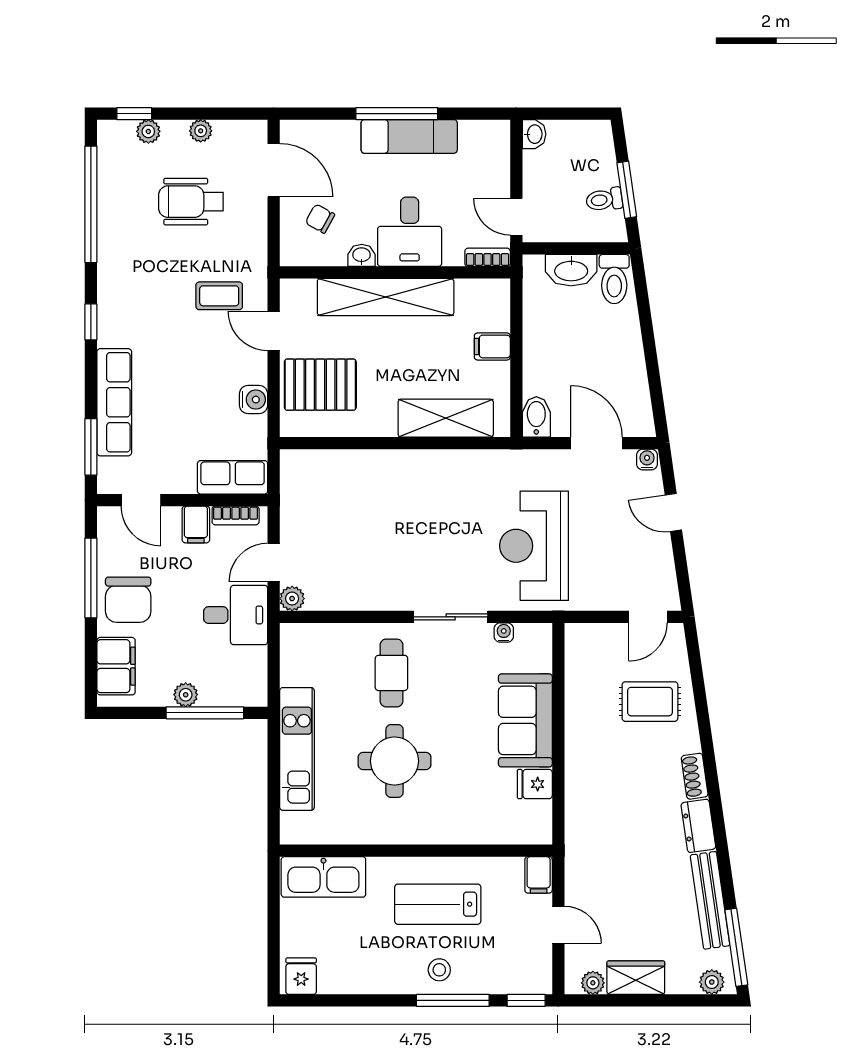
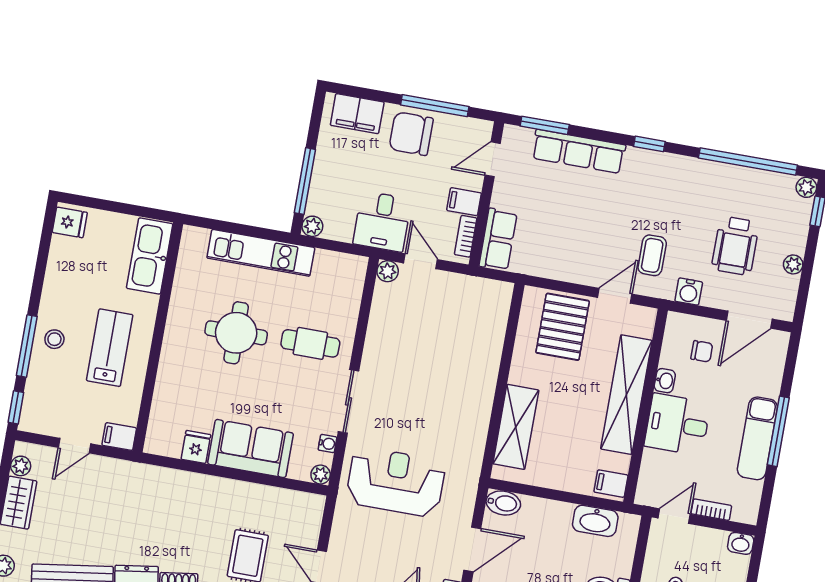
plant: (148, 131) -> (806, 187), moved
wheelchair: (191, 202) -> (735, 246), turned 180
chair: (320, 219) -> (702, 351), turned 61
bookcase: (488, 257) -> (711, 510), moved, turned -90
washbasin: (571, 270) -> (595, 521), moved, turned -90
filing cabinet: (492, 346) -> (611, 484), moved, turned -90
water cooler: (254, 400) -> (689, 292), moved
plant: (541, 634) -> (321, 475), added
plant: (186, 695) -> (312, 226), moved

